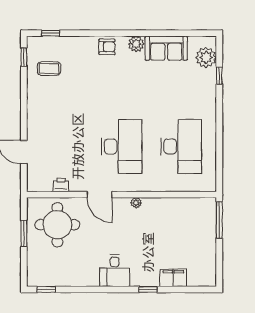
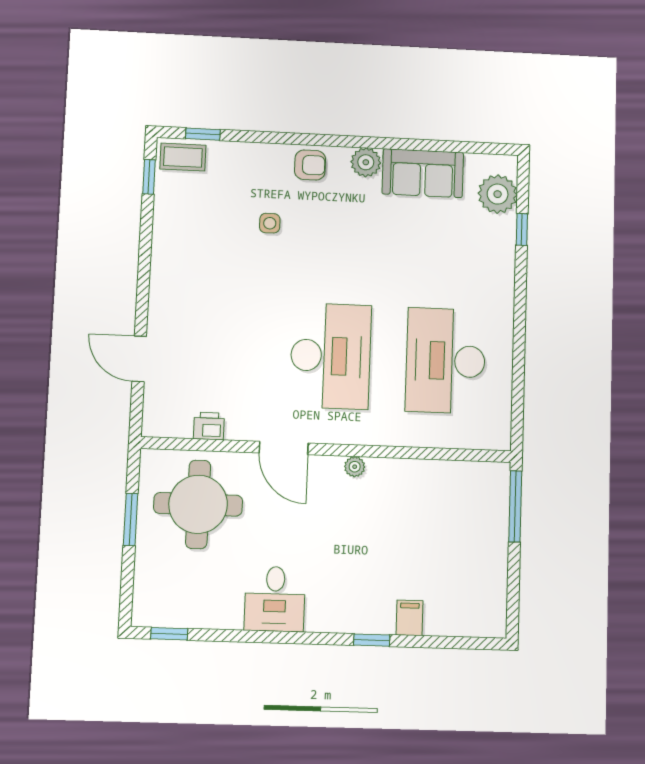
coffee table: (49, 69) -> (183, 157), moved
side table: (87, 79) -> (270, 223), added
desk: (181, 146) -> (446, 361), turned 180
desk: (115, 271) -> (275, 599), moved
filing cabinet: (173, 278) -> (410, 618), width x0.50

